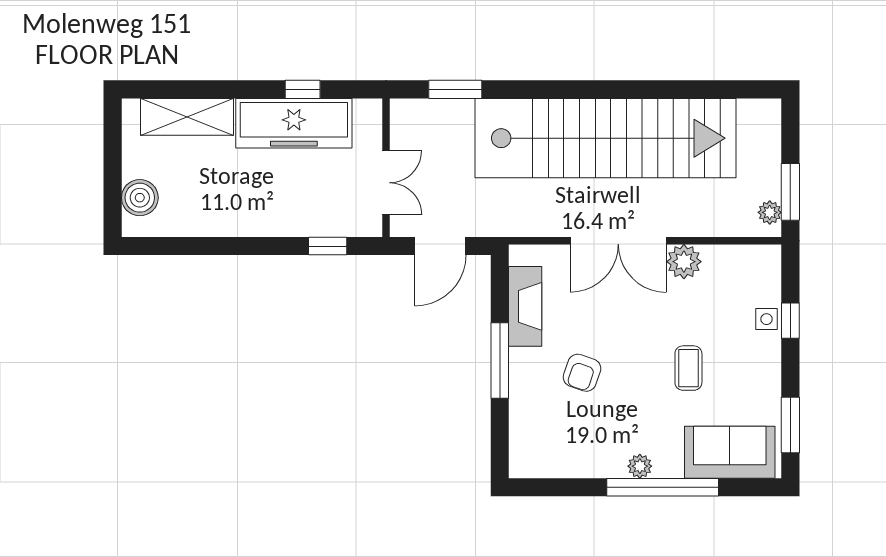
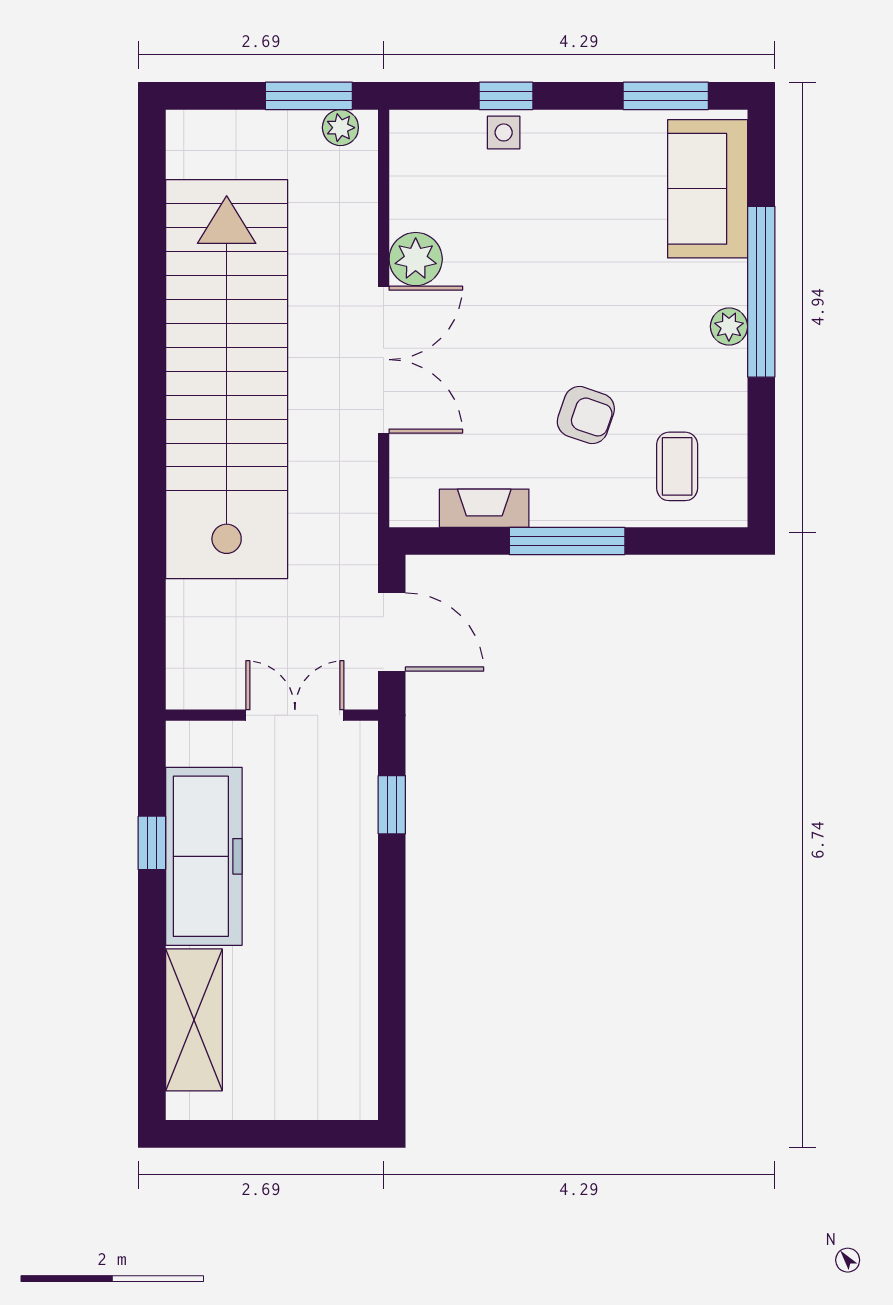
window: (455, 89) -> (152, 609), removed
boiler: (140, 198) -> (318, 1092), removed
fireplace: (525, 306) -> (484, 508), width x0.73, depth x0.76
coffee table: (688, 368) -> (677, 466), moved, turned 90

